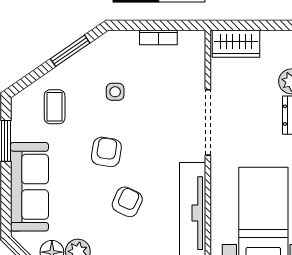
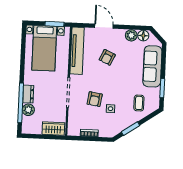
armchair: (106, 152) -> (95, 99), moved

